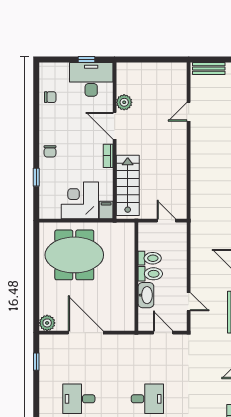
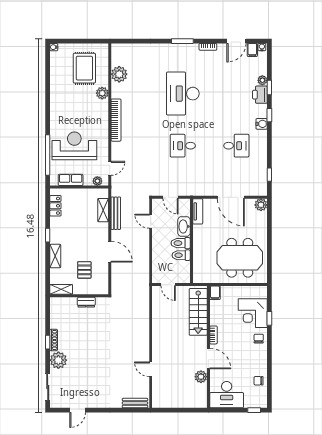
window: (86, 59) -> (254, 410), moved
door: (189, 112) -> (151, 369), swing flipped
corner desk: (80, 200) -> (253, 313), moved, turned 90
tv unit: (128, 314) -> (198, 211), added

